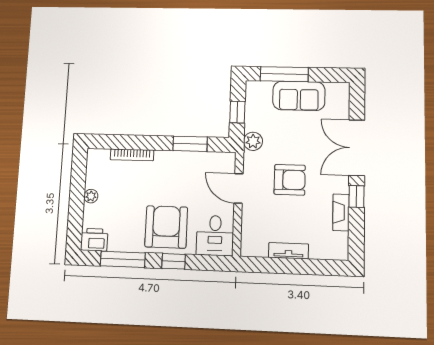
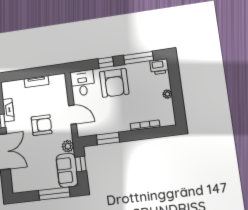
sofa: (299, 96) -> (67, 170), moved, turned -90
armchair: (290, 180) -> (42, 125), turned 180

